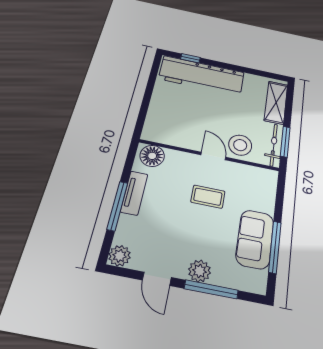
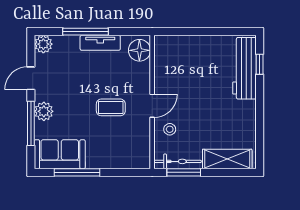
workbench: (202, 76) -> (244, 68), width x0.73, depth x0.76
stool: (240, 145) -> (170, 129), width x0.53, depth x0.53
coffee table: (208, 197) -> (111, 107), turned 90
sofa: (255, 239) -> (60, 154), moved

